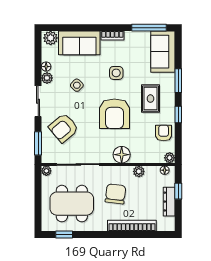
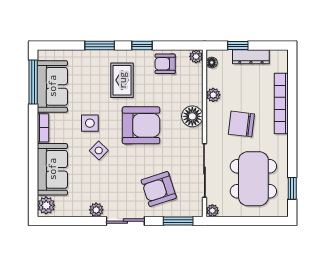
sofa: (163, 52) -> (52, 86), moved, turned -90
floor lamp: (46, 67) -> (82, 211), removed
side table: (77, 85) -> (99, 150), moved
rug: (150, 99) -> (122, 80), turned 90
armchair: (64, 128) -> (159, 189), turned 112

